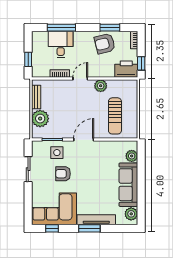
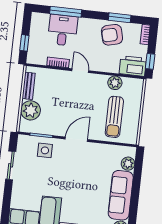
door: (80, 78) -> (80, 71), hinge flipped
plant: (101, 86) -> (115, 83), moved
armchair: (63, 174) -> (49, 175), removed

